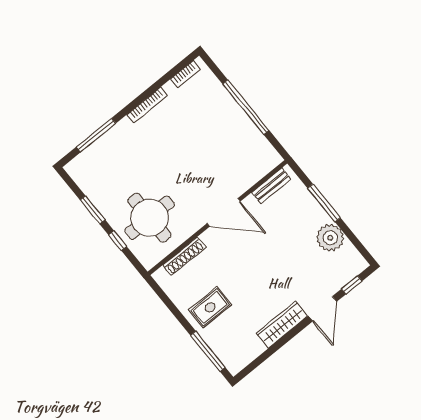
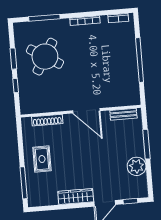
round table: (149, 218) -> (45, 57), moved, turned 31
rug: (210, 307) -> (42, 159), turned 90

